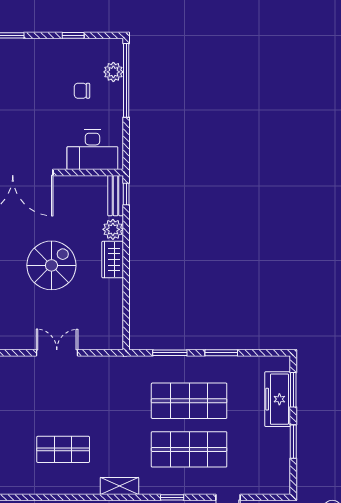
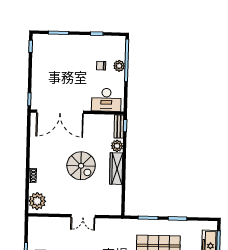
plant: (113, 72) -> (119, 66), moved
wardrobe: (113, 260) -> (116, 169), width x1.50
spiral stairs: (51, 265) -> (81, 166), turned 90
double door: (57, 353) -> (83, 216), swing flipped

